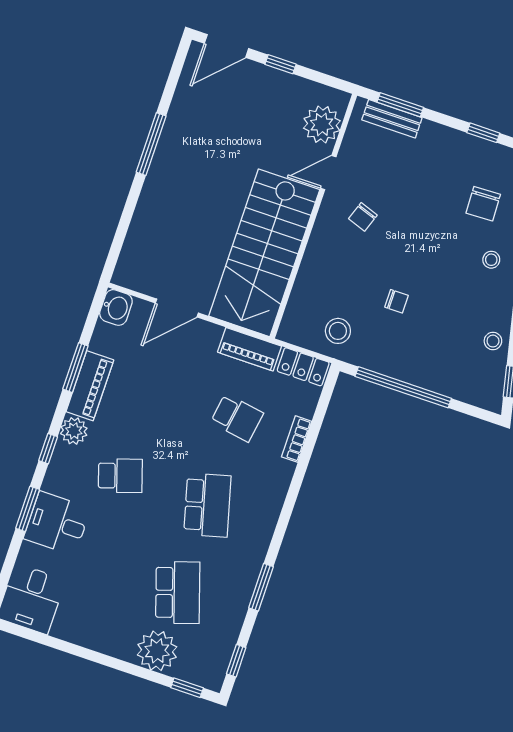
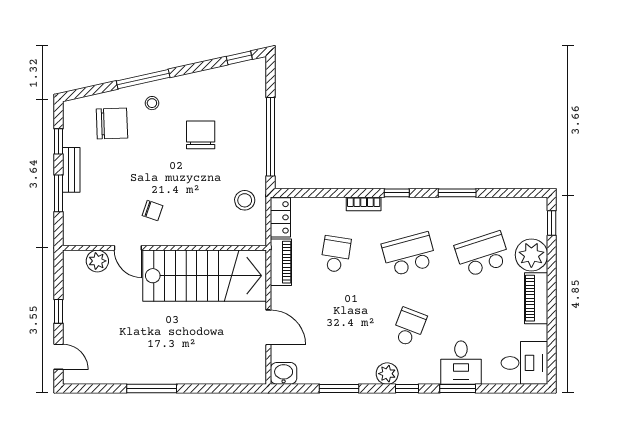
door: (226, 46) -> (59, 357), width x0.73
window: (400, 105) -> (59, 193), moved
bench: (392, 119) -> (71, 170), moved
plant: (322, 124) -> (97, 261), width x0.73, depth x0.73
chair: (483, 204) -> (112, 123), width x1.37, depth x1.37
chair: (396, 301) -> (201, 135), moved, width x1.87, depth x1.87
stool: (493, 341) -> (213, 81), removed
piano: (90, 386) -> (536, 298), moved, turned -90
bookcase: (297, 439) -> (364, 204), moved
school desk: (120, 476) -> (409, 327), turned 39
window: (236, 661) -> (397, 193), moved

